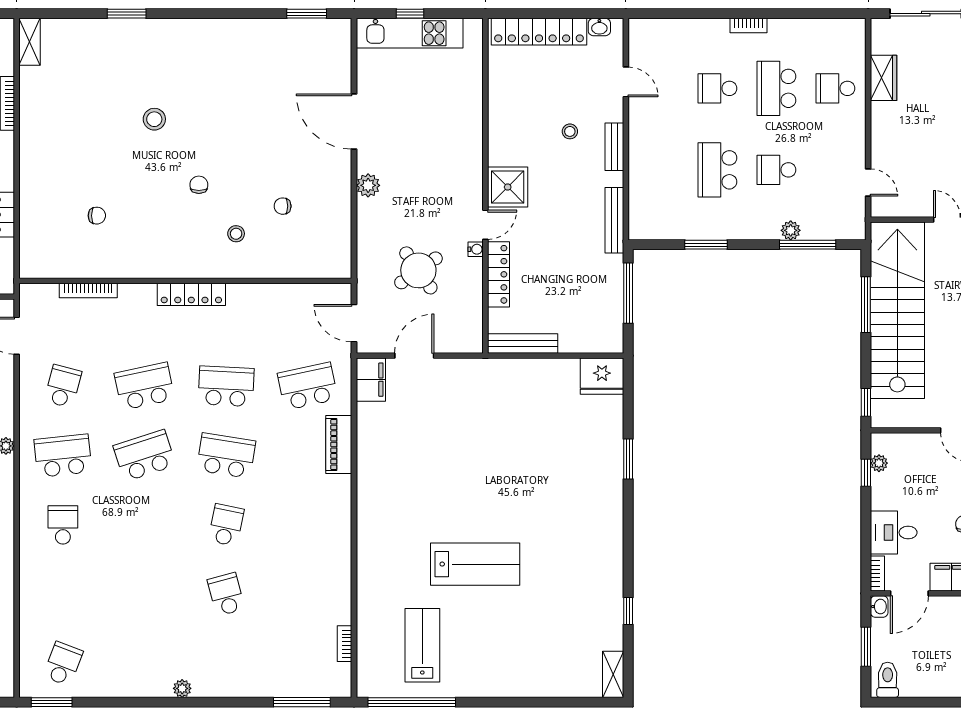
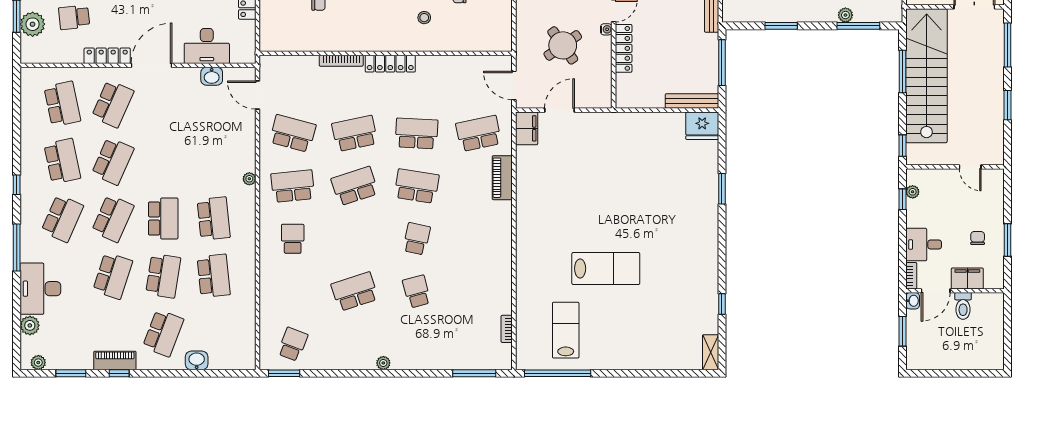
bookcase: (88, 290) -> (341, 61), moved
bench: (523, 344) -> (692, 101), moved
school desk: (63, 386) -> (293, 133), width x1.85
school desk: (145, 594) -> (355, 292), added
toilet: (888, 680) -> (963, 306), moved, turned 180

